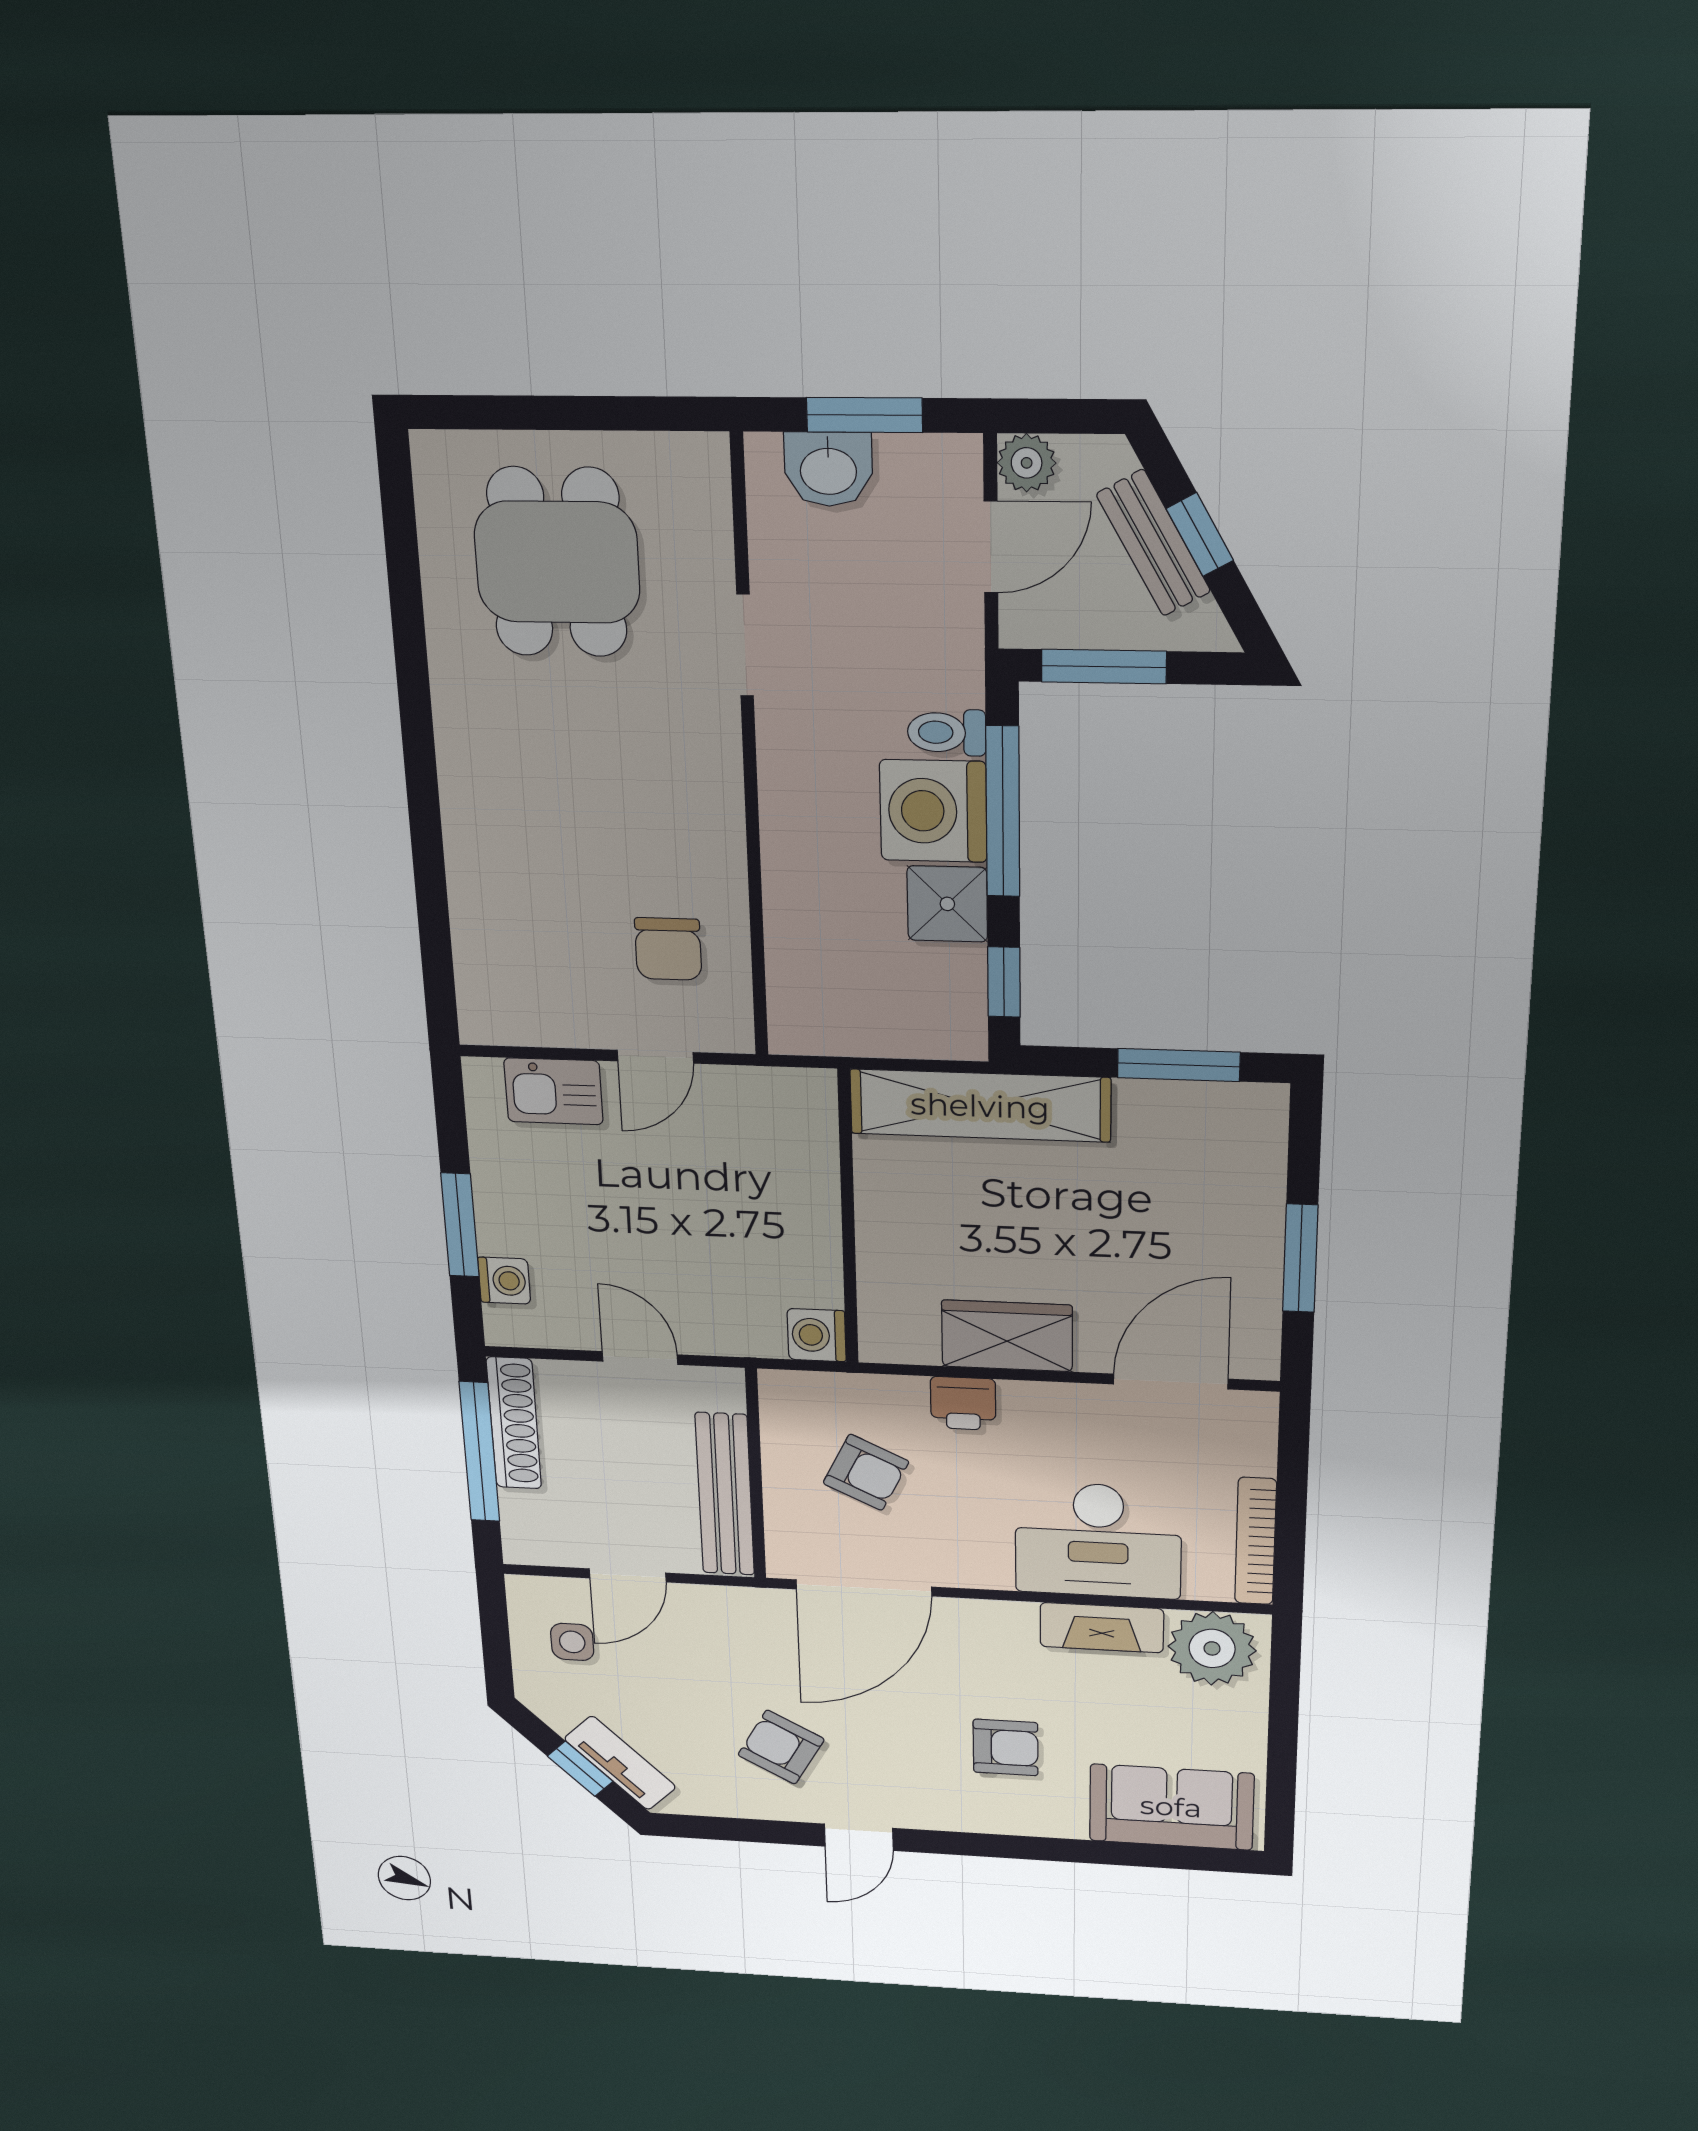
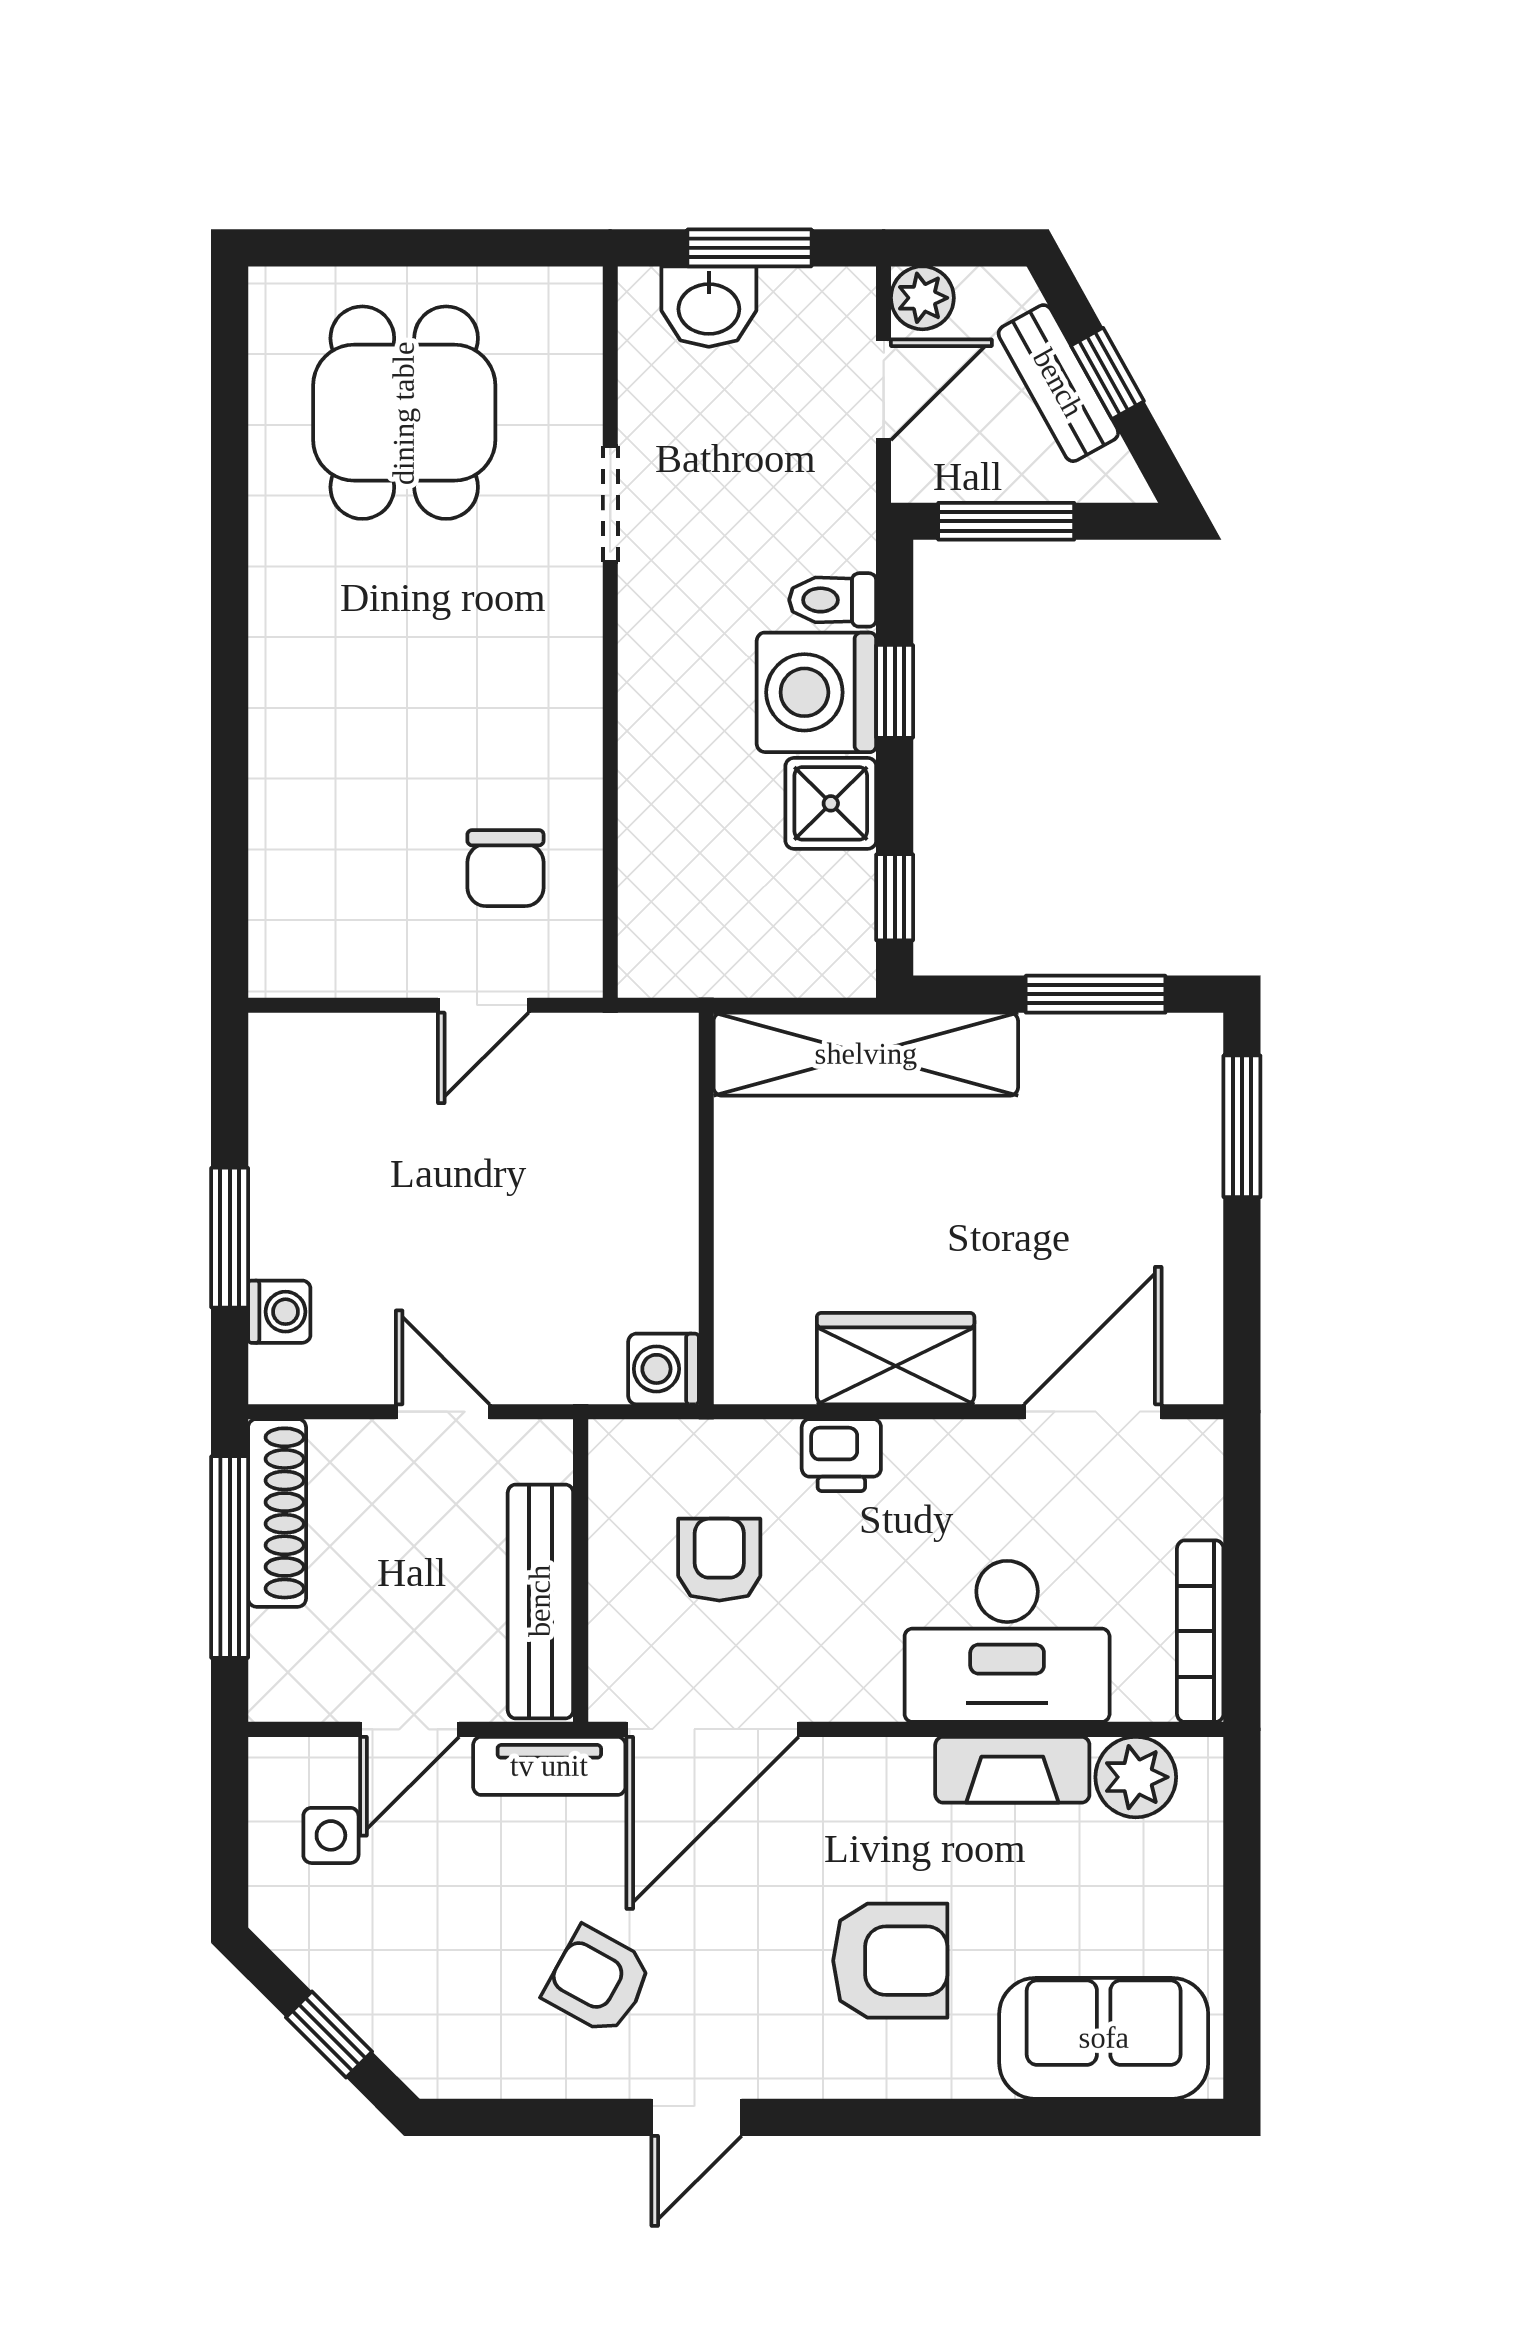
window: (1003, 812) -> (895, 691), width x0.46
kitchen sink: (553, 1091) -> (358, 1054), removed
window: (1300, 1258) -> (1242, 1126), moved
armchair: (866, 1472) -> (719, 1560), turned -116
plant: (1212, 1648) -> (1136, 1777), width x0.73, depth x0.73
armchair: (1006, 1747) -> (890, 1961), width x1.38, depth x1.38
tv unit: (620, 1763) -> (549, 1766), moved, turned 135

